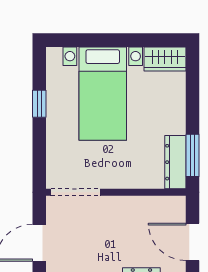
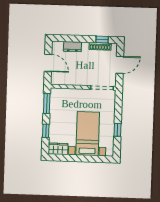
window: (192, 97) -> (46, 131), added
dresser: (175, 162) -> (55, 100), removed

